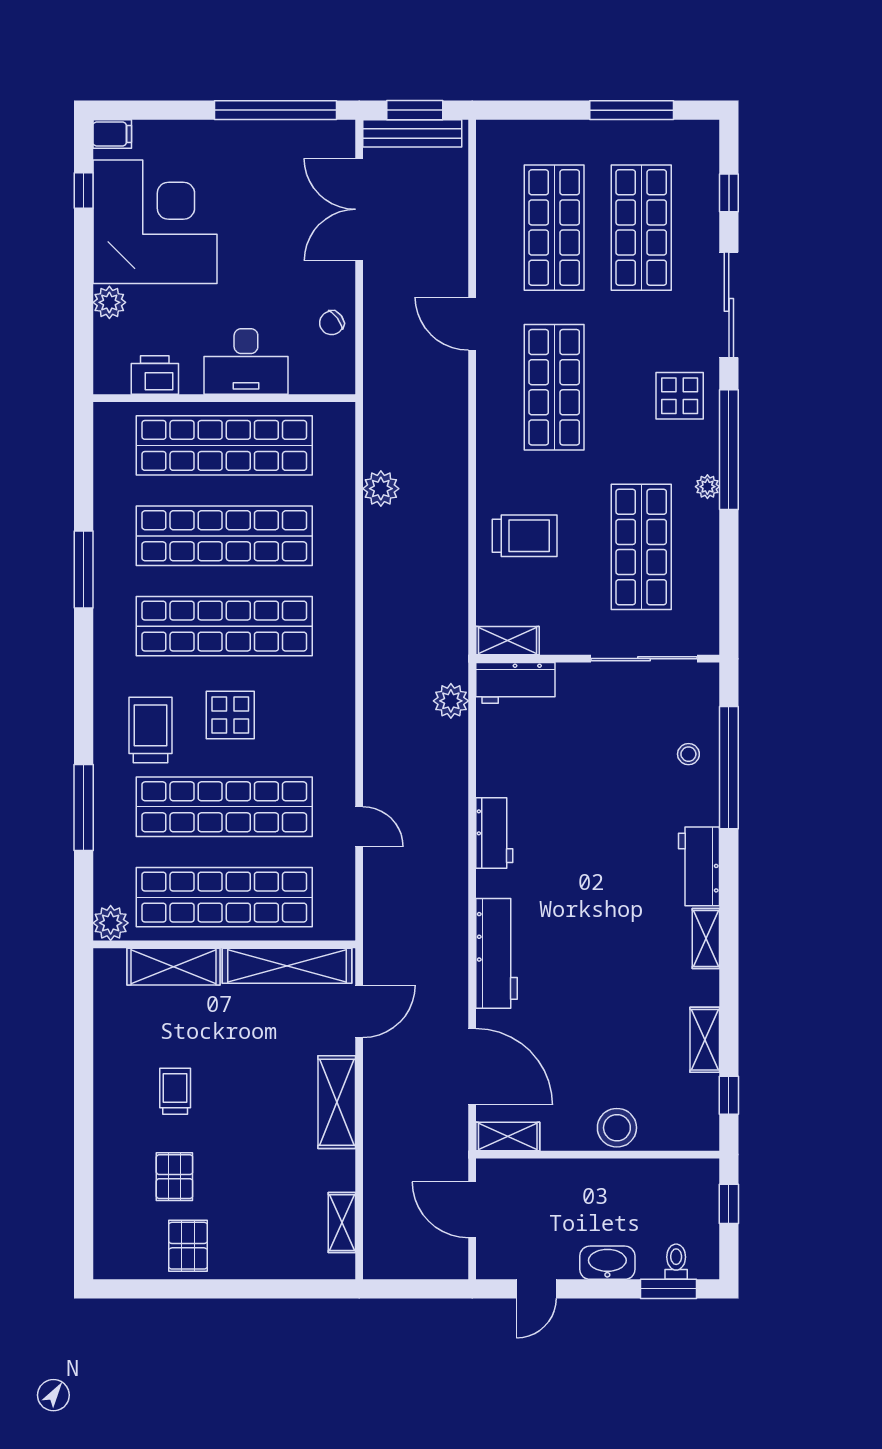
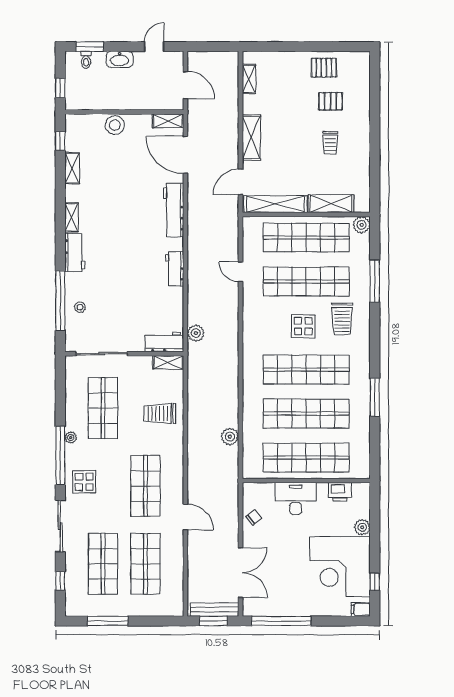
pallet: (174, 1177) -> (330, 101), turned 90
pallet: (188, 1246) -> (324, 68), turned 90

